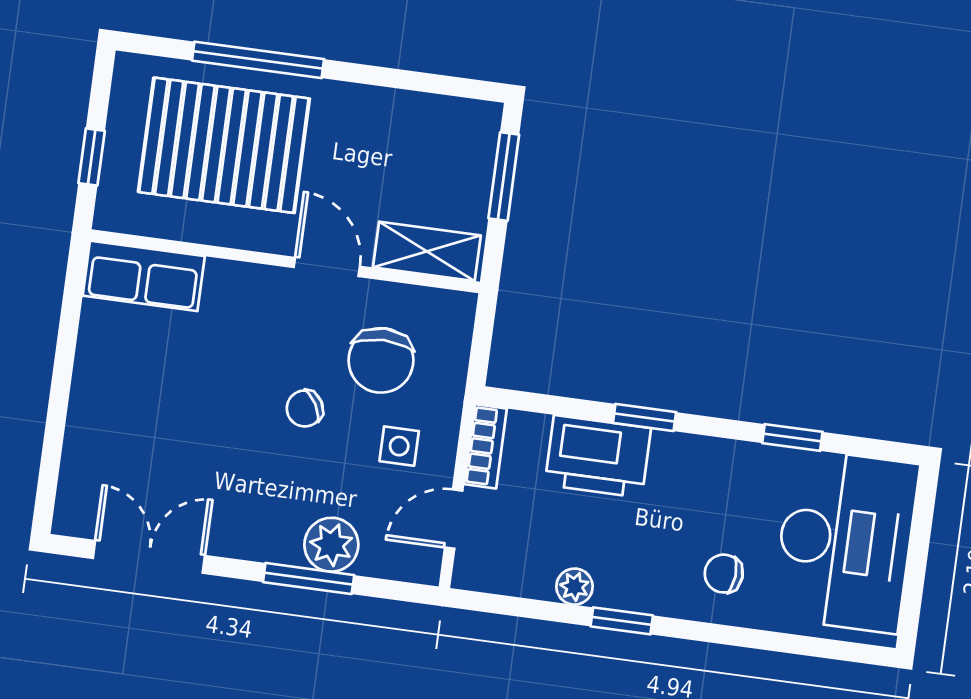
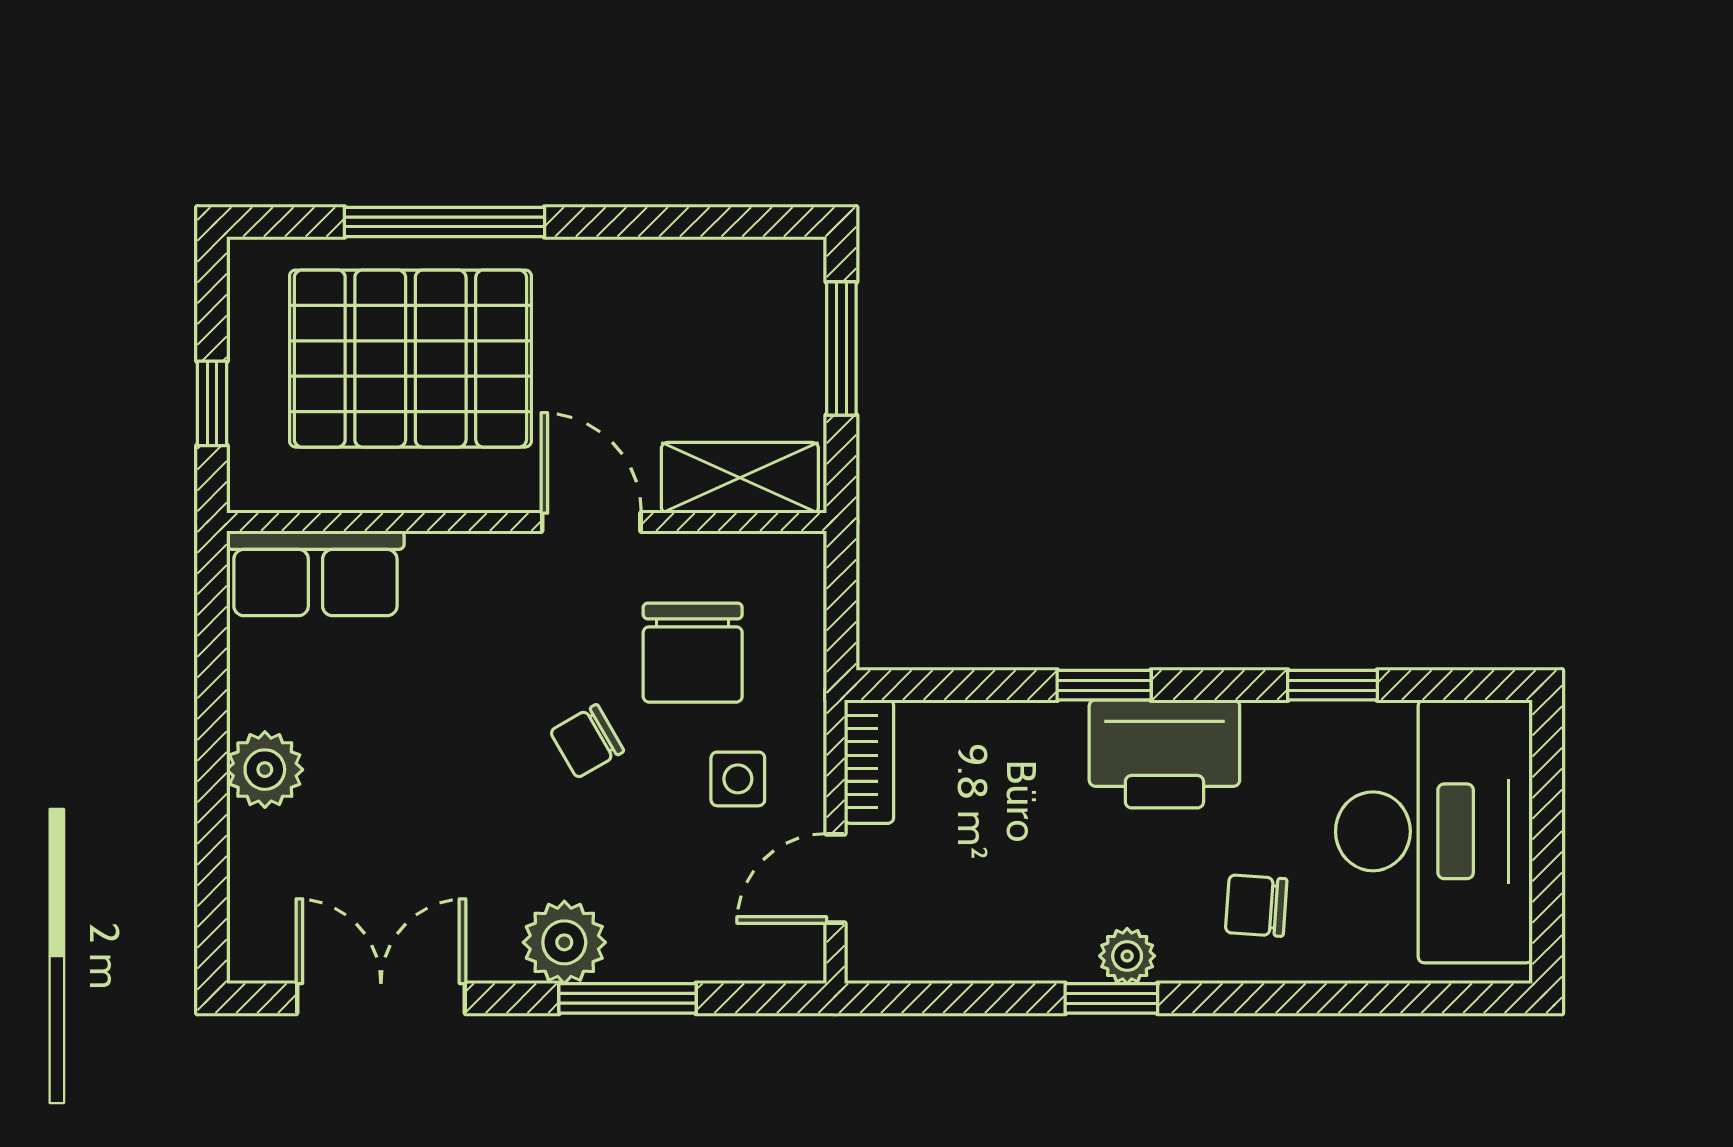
plant: (94, 399) -> (265, 770), added
printer: (598, 456) -> (1164, 754), moved
plant: (331, 545) -> (564, 942), moved
plant: (575, 587) -> (1127, 956), moved

